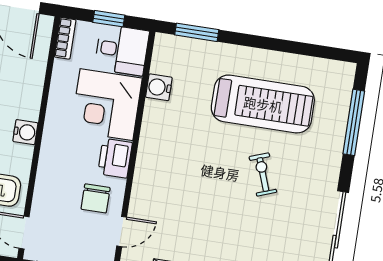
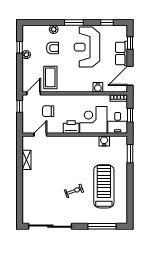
treadmill: (263, 104) -> (104, 186), turned 180
water cooler: (25, 132) -> (98, 87), moved
chair: (96, 198) -> (48, 111), moved
door: (122, 232) -> (40, 135), swing flipped

